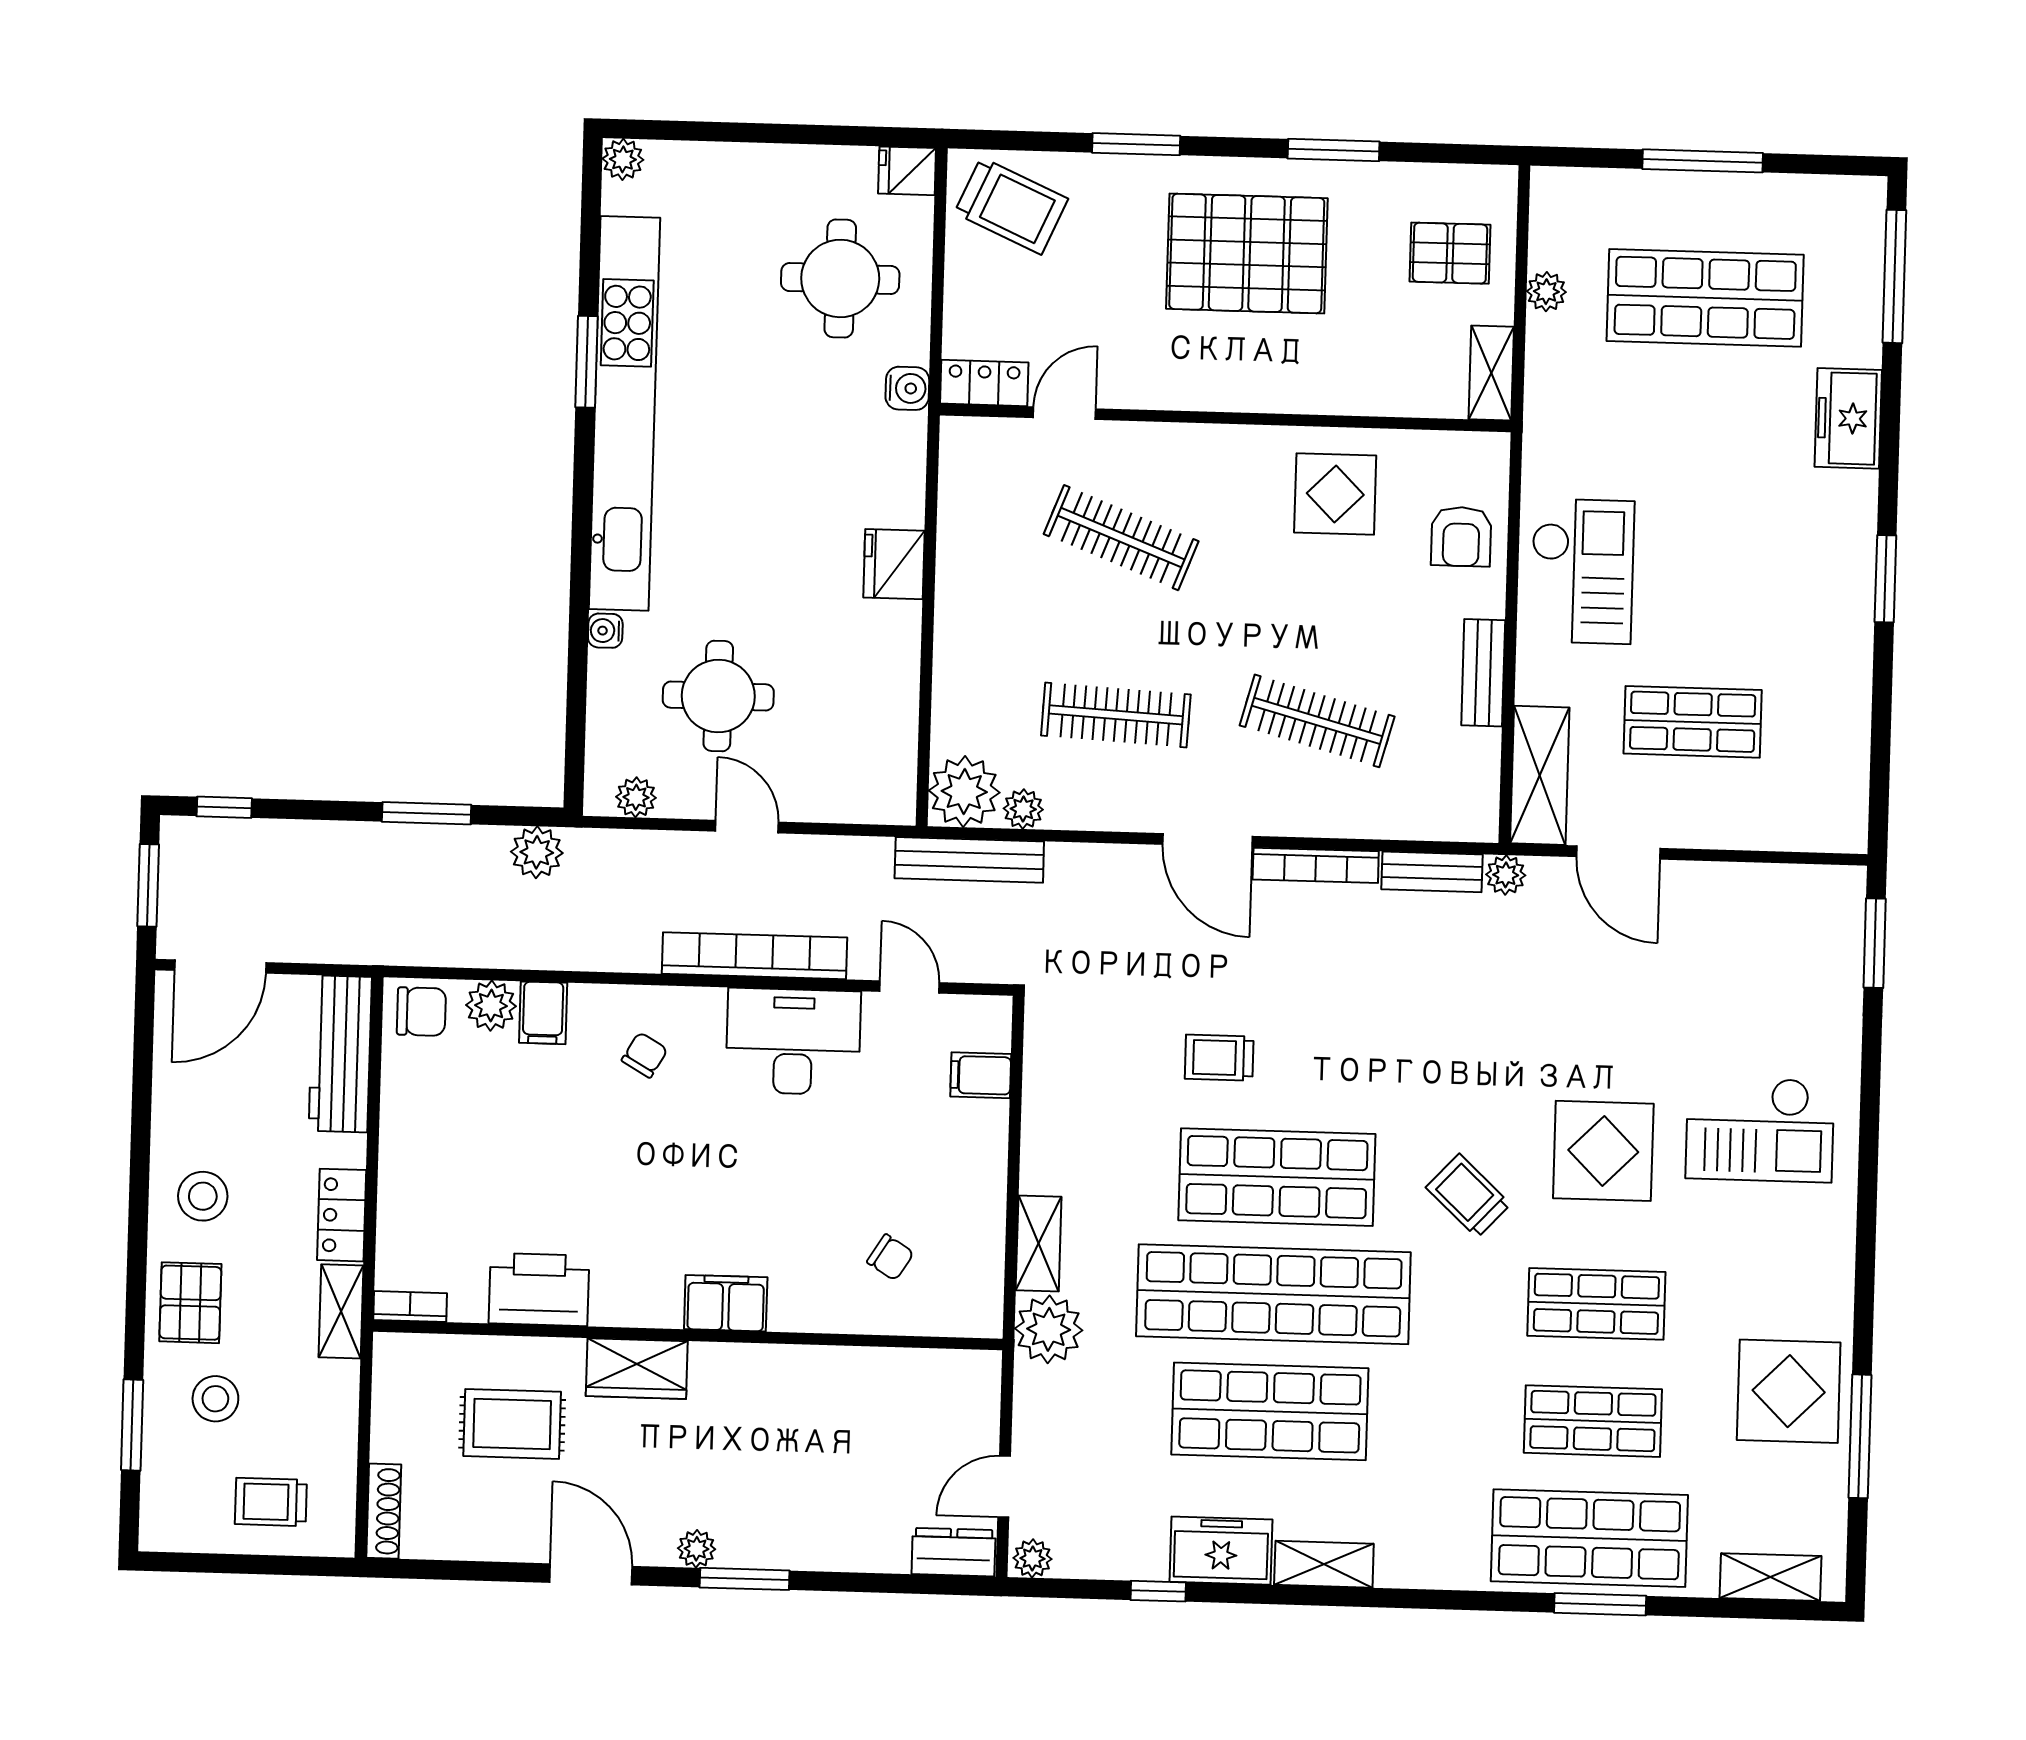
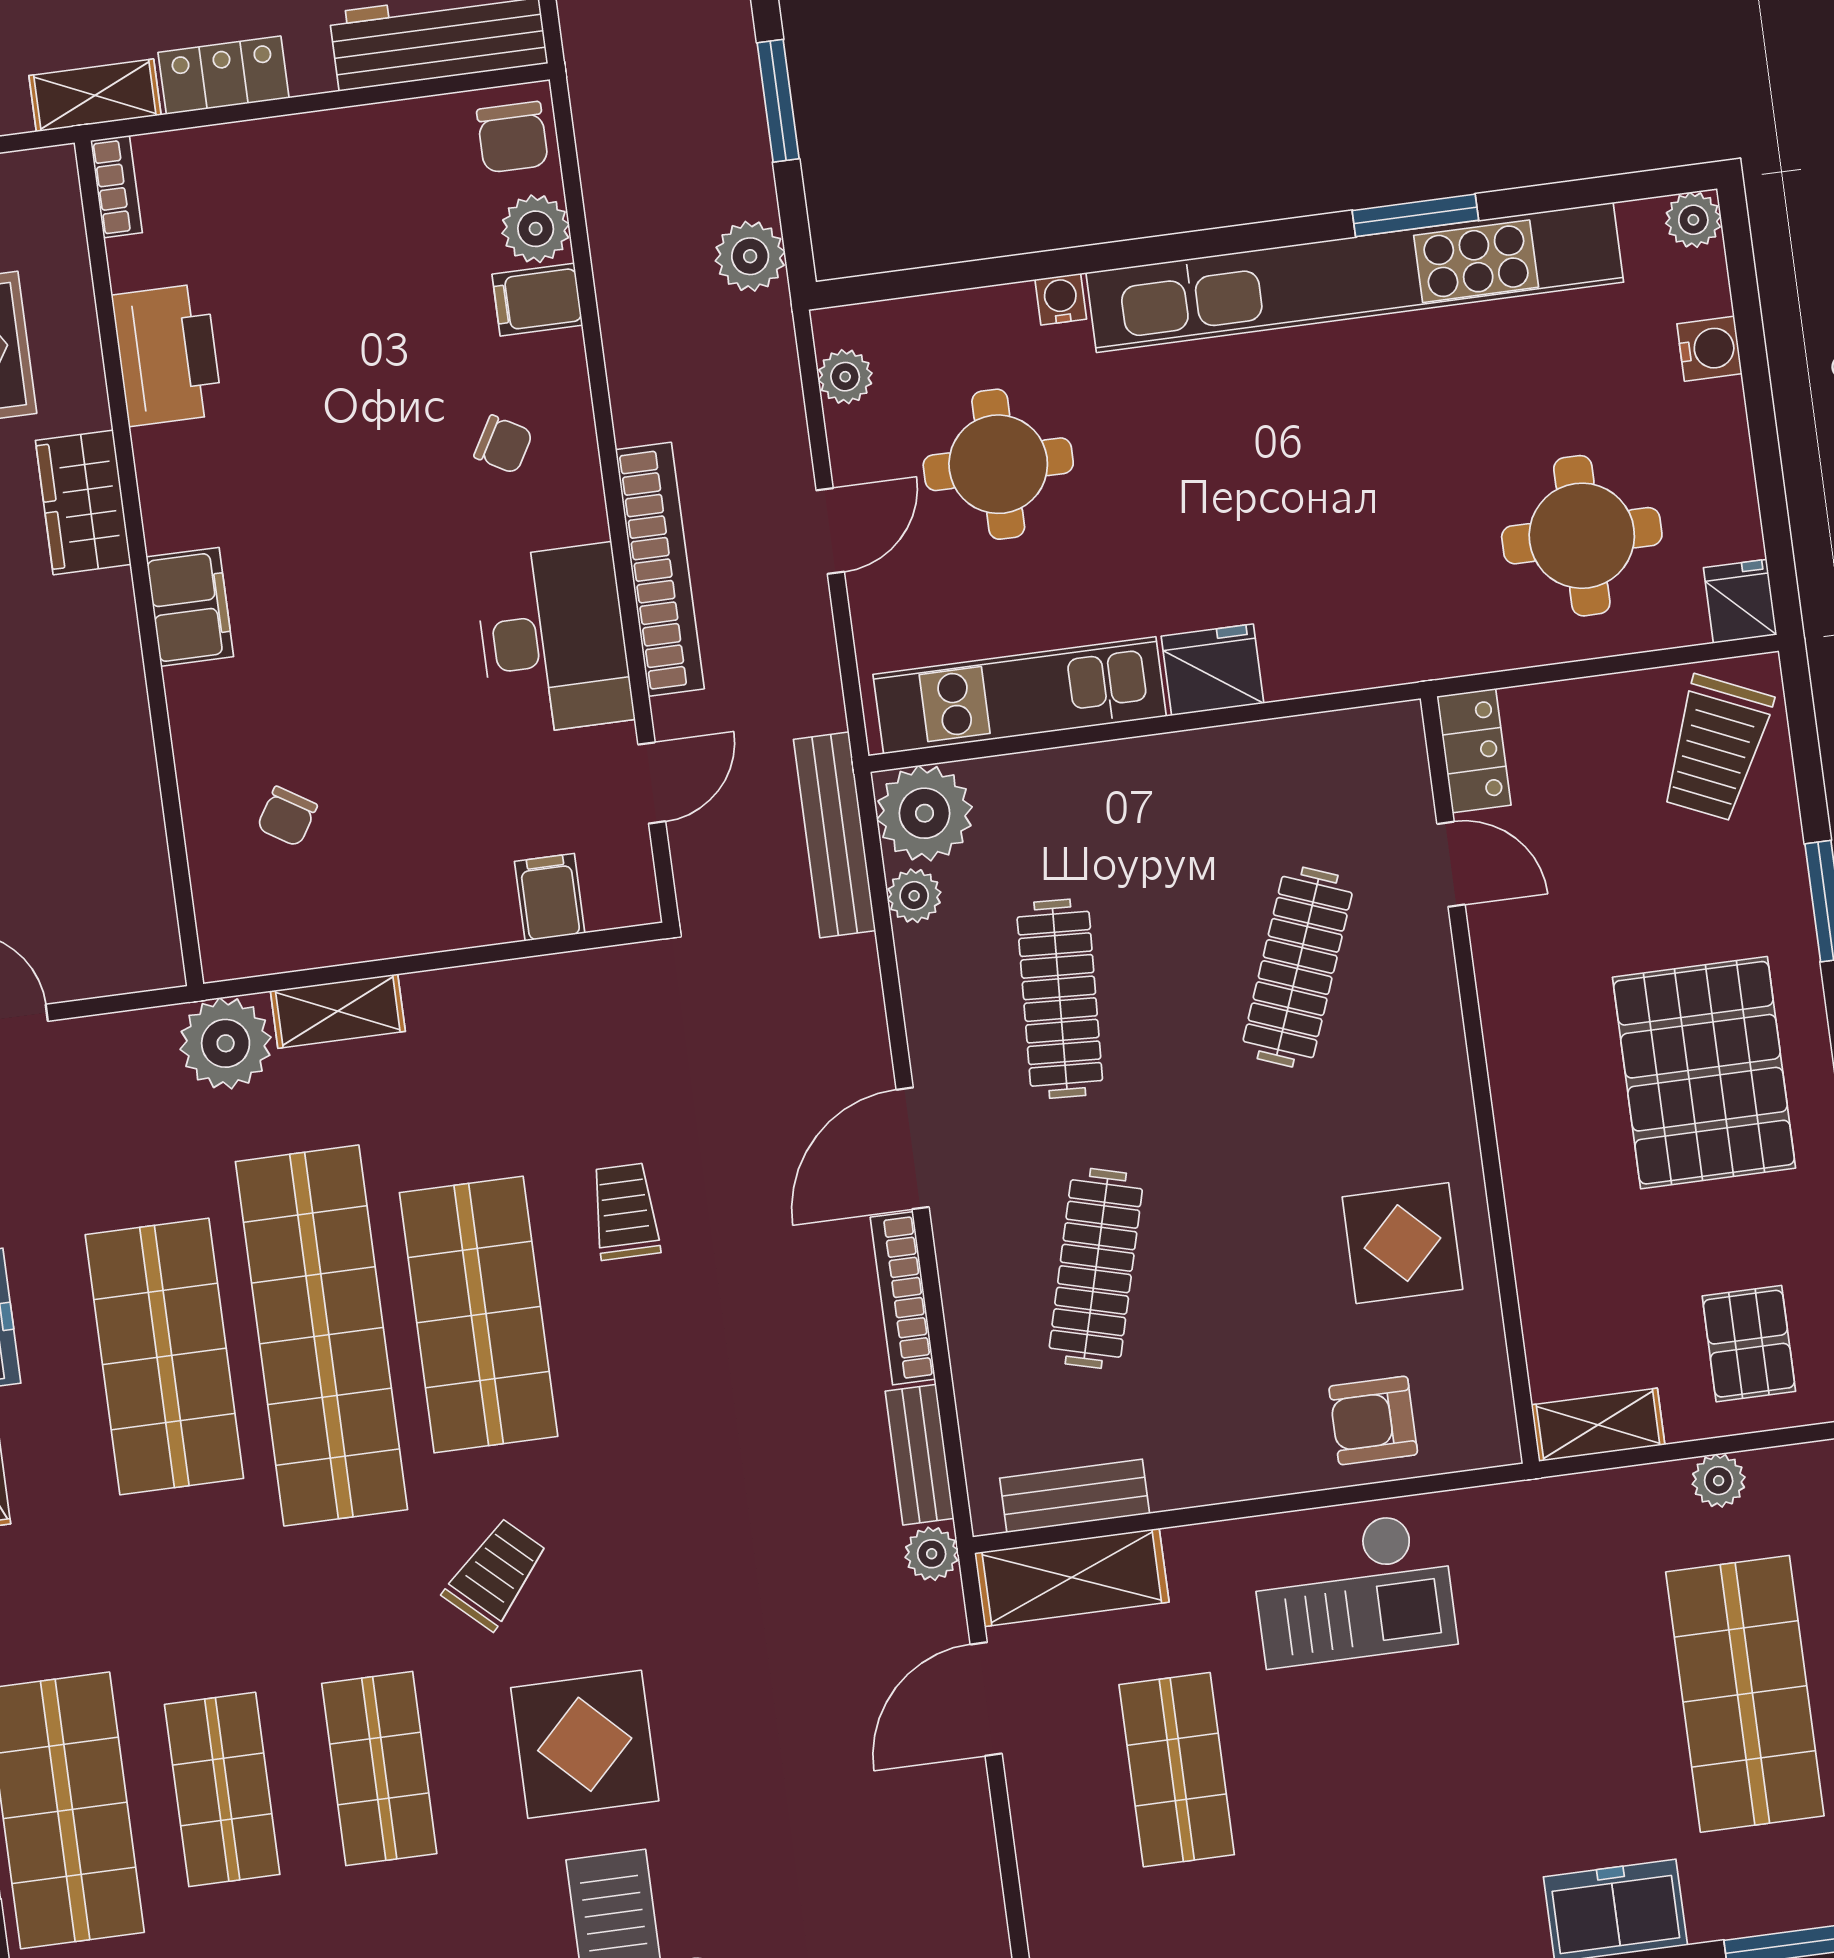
water cooler: (907, 388) -> (1709, 349), moved, turned -90
bench: (1483, 673) -> (1075, 1496), moved
kitchen unit: (890, 708) -> (1020, 695), added

